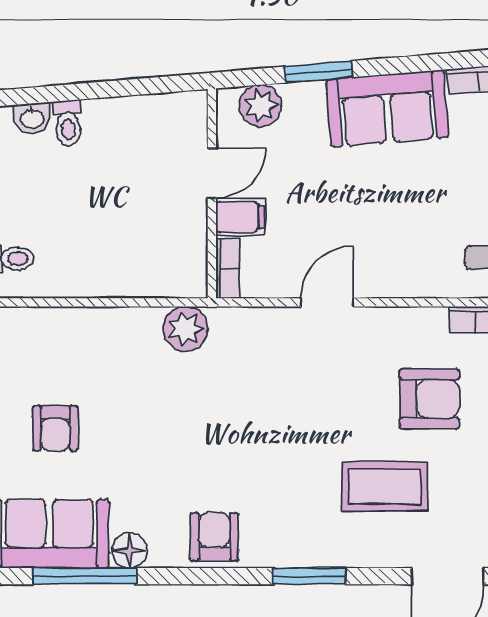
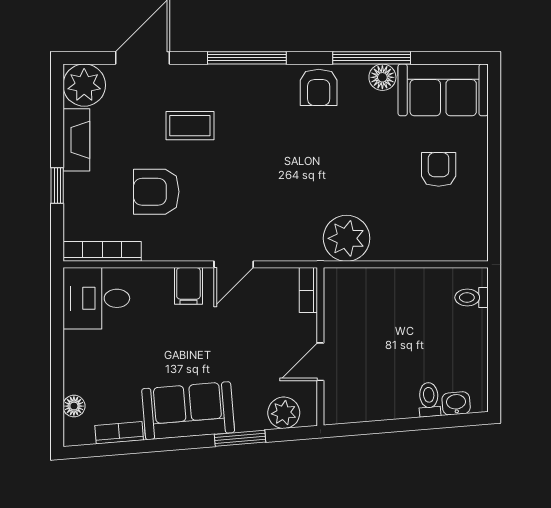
filing cabinet: (240, 217) -> (188, 286), moved, turned -90
plant: (185, 329) -> (347, 238), width x1.36, depth x1.36
coffee table: (385, 486) -> (190, 126), width x0.73, depth x0.77
window: (85, 576) -> (372, 58), moved
window: (309, 576) -> (247, 58), width x1.44

